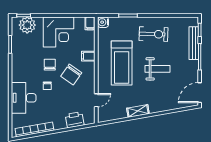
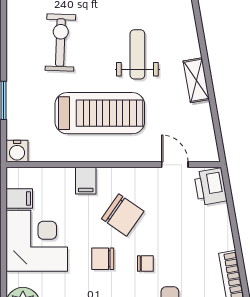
filing cabinet: (90, 23) -> (19, 198), moved
exercise bike: (154, 34) -> (60, 43), moved
weight bench: (157, 69) -> (137, 54), moved
printer: (75, 120) -> (210, 187), moved

